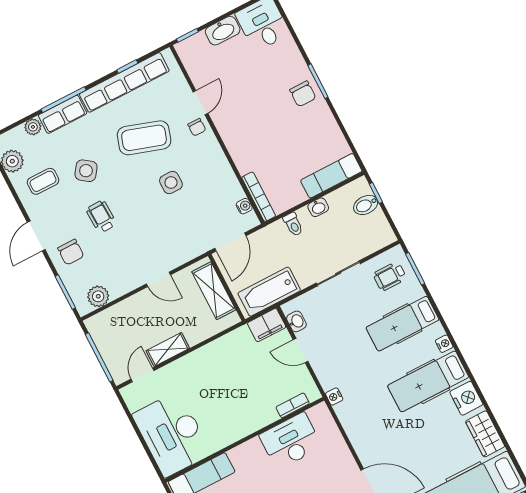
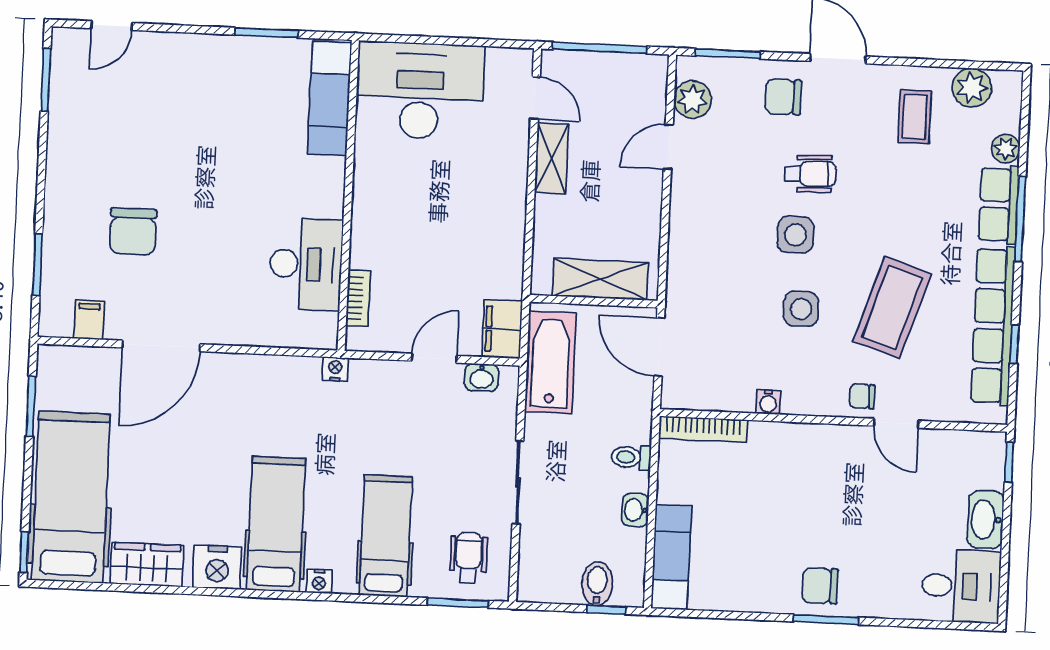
side table: (86, 171) -> (795, 235), moved, turned -36
water cooler: (244, 206) -> (768, 402), moved
door: (158, 279) -> (668, 147), moved

